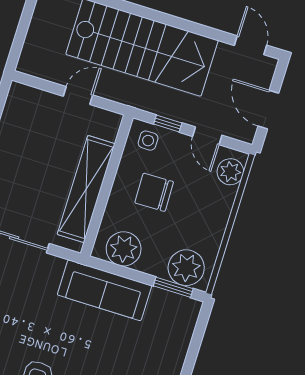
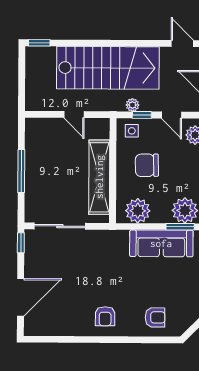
door: (78, 96) -> (74, 115), swing flipped
plant: (159, 106) -> (132, 105), added
sofa: (105, 290) -> (161, 243), moved

